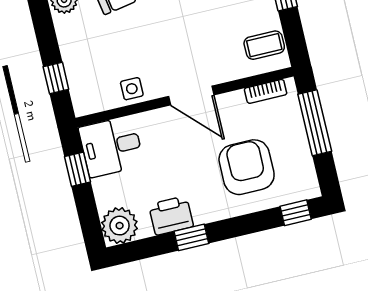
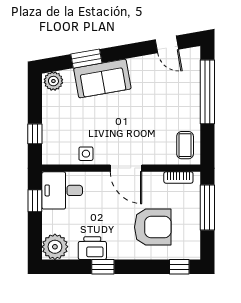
coffee table: (264, 45) -> (185, 145), turned 90
armchair: (247, 167) -> (153, 227), turned 90

